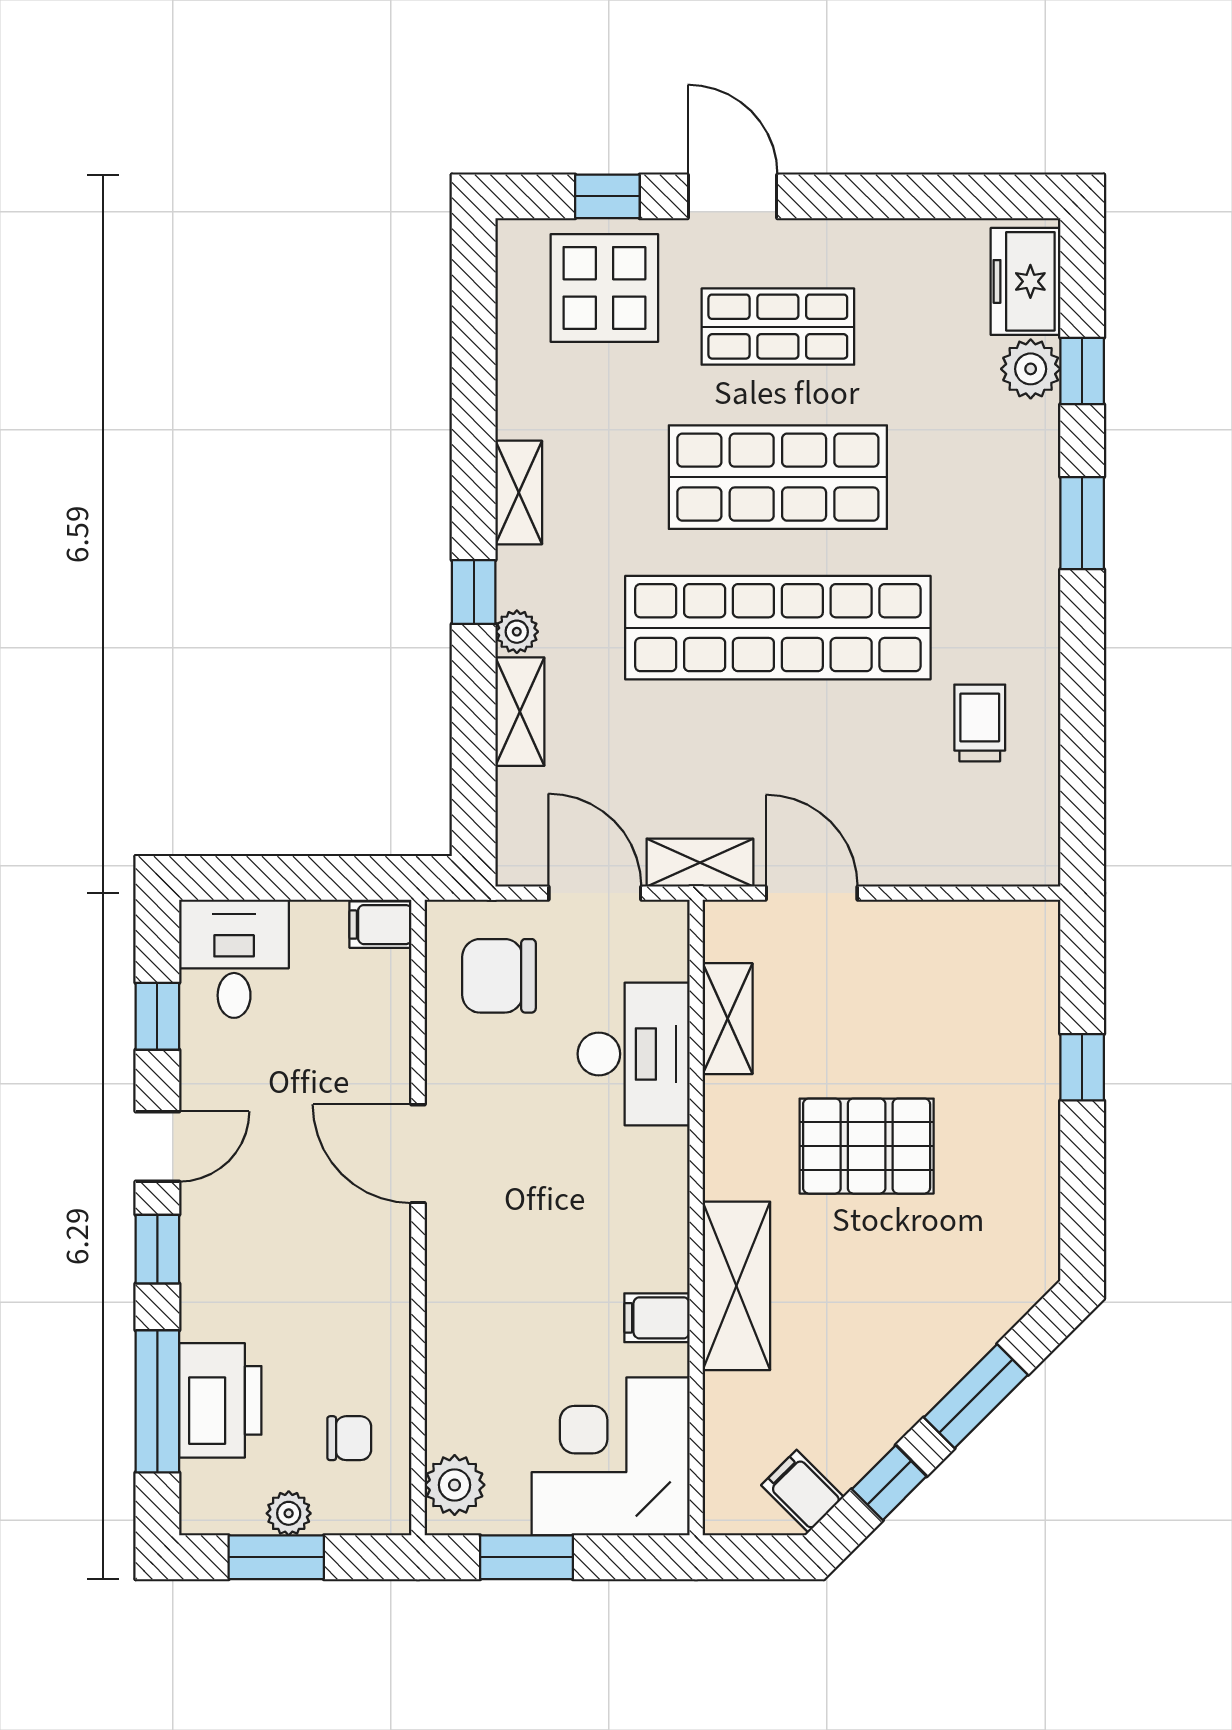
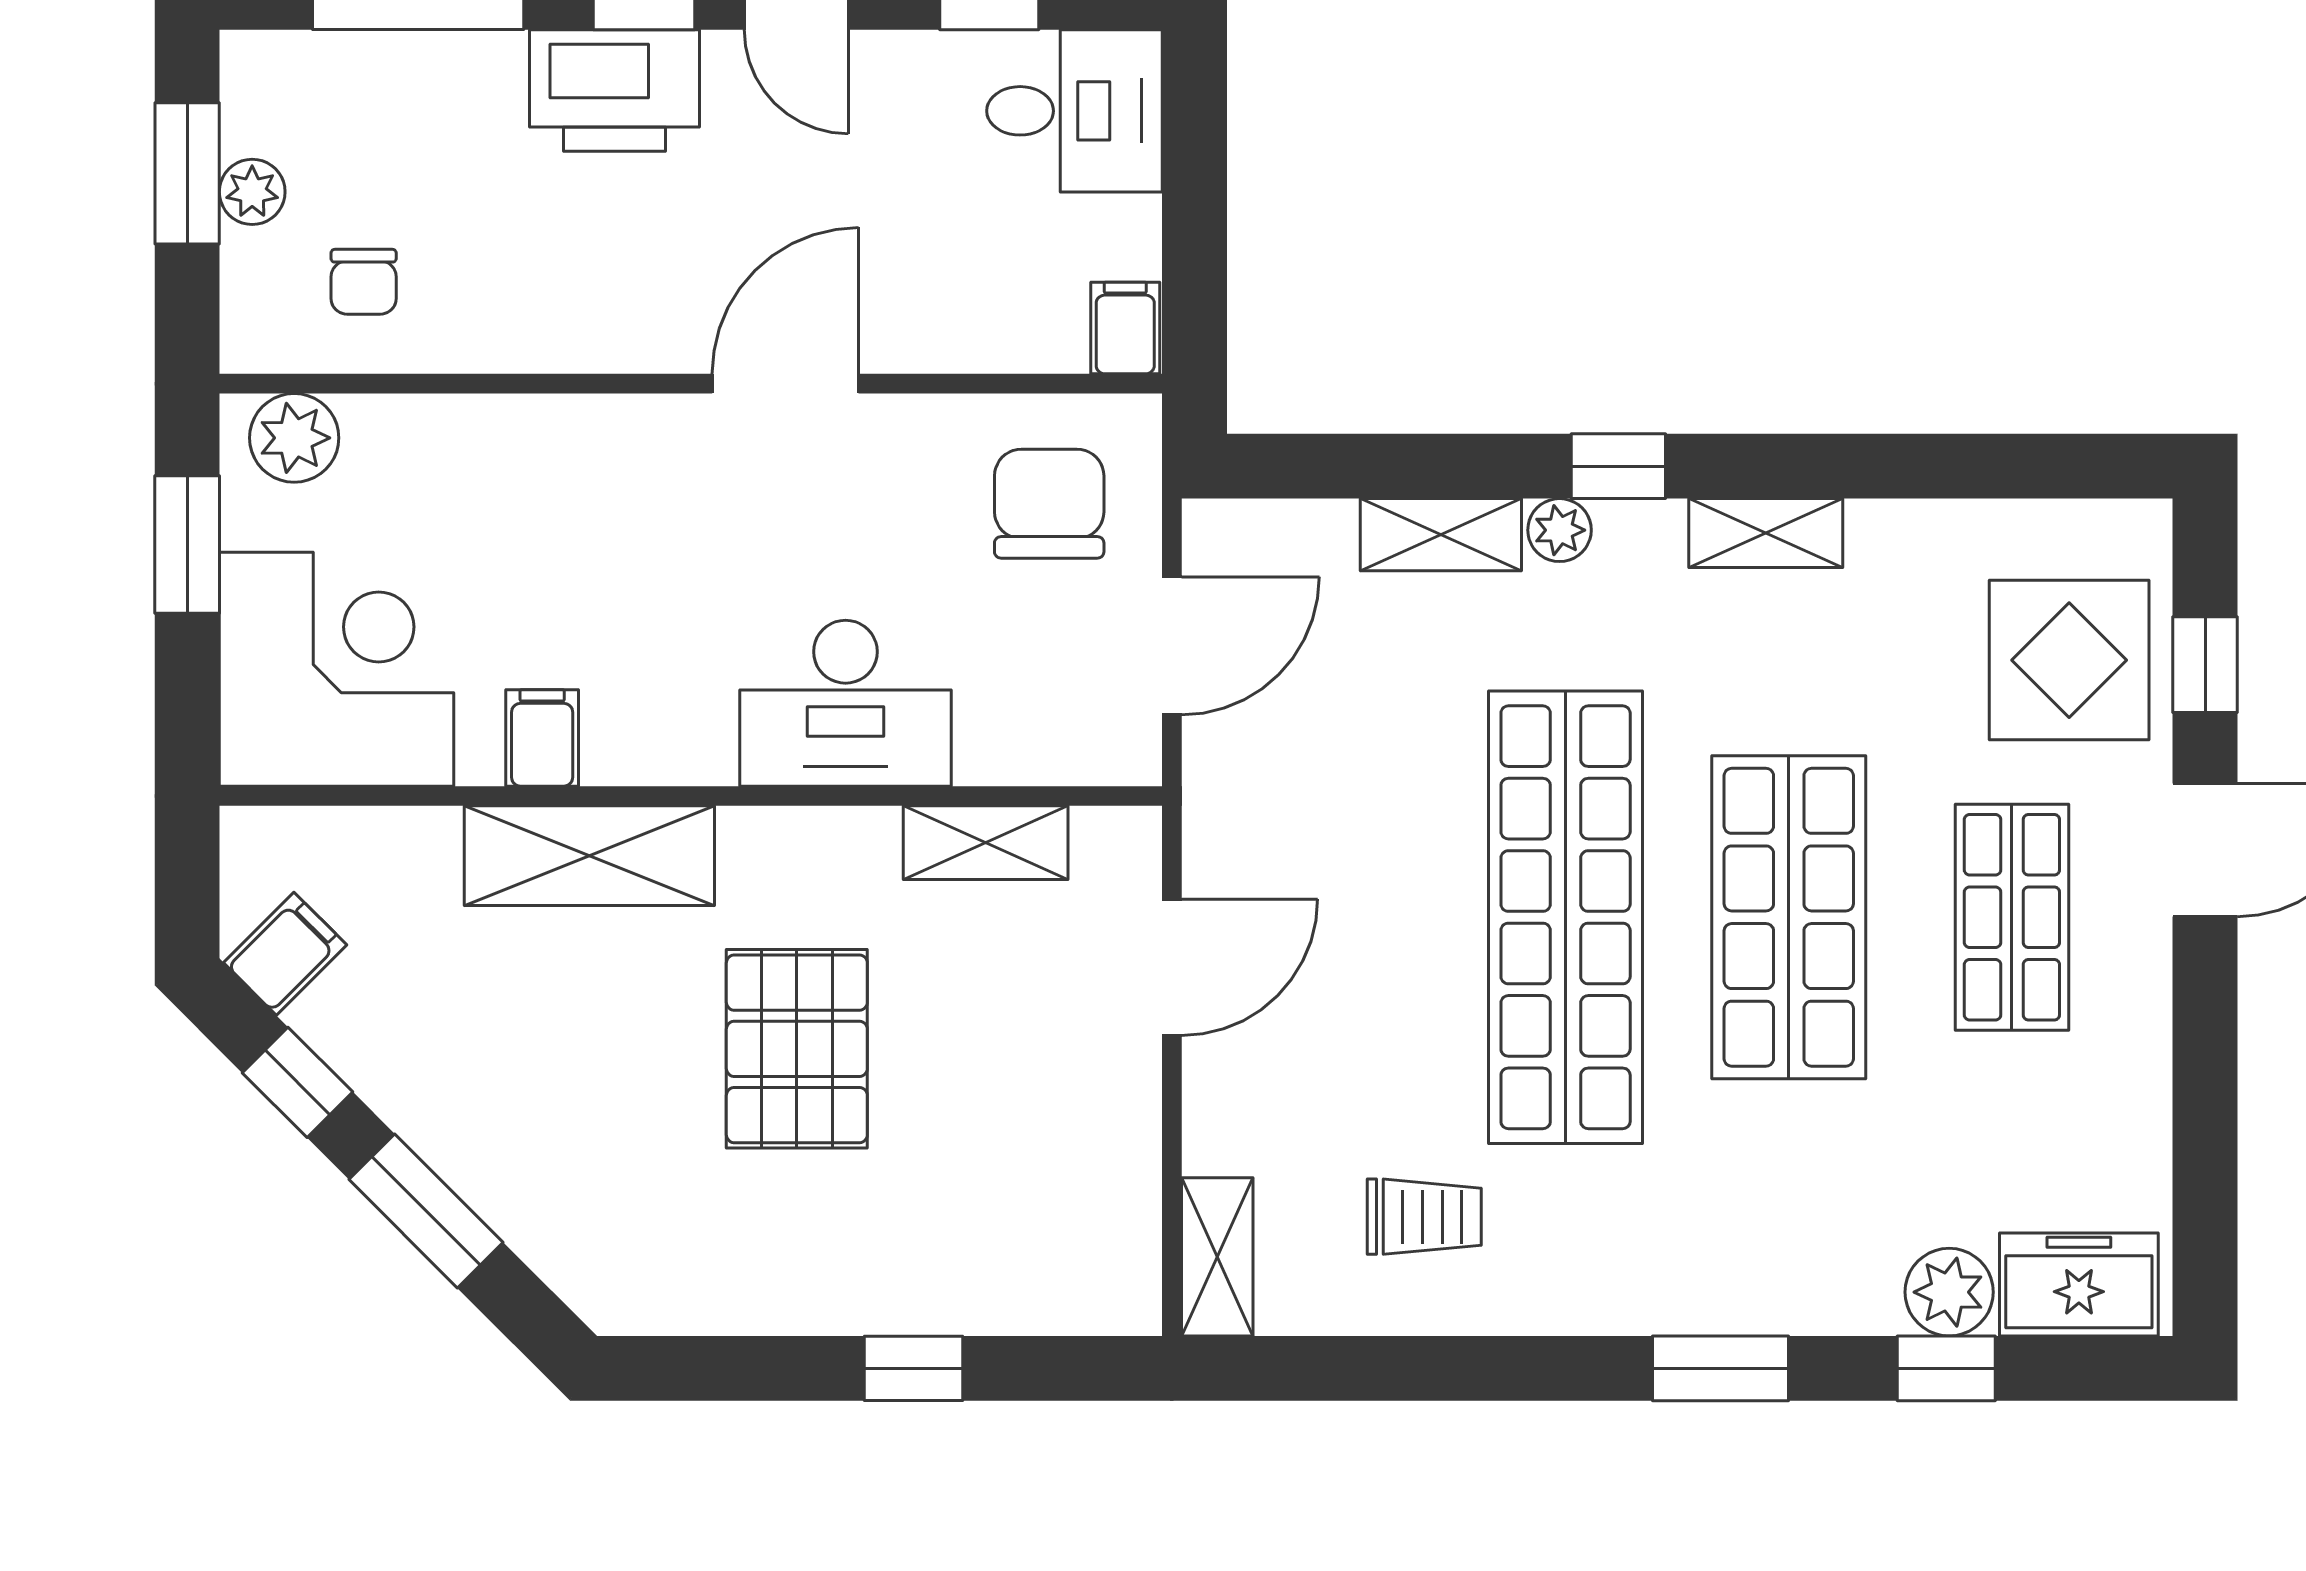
shelving: (700, 863) -> (1217, 1257), moved
desk: (634, 1054) -> (845, 703), moved
printer: (220, 1400) -> (615, 90), moved

